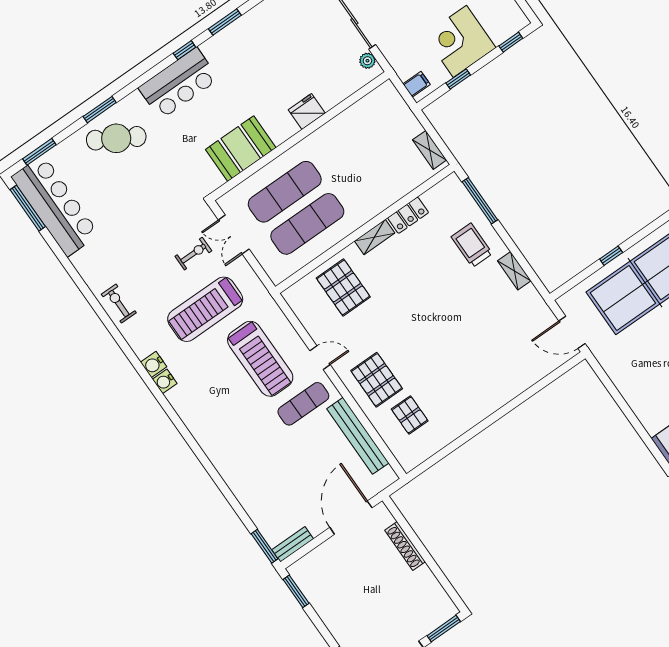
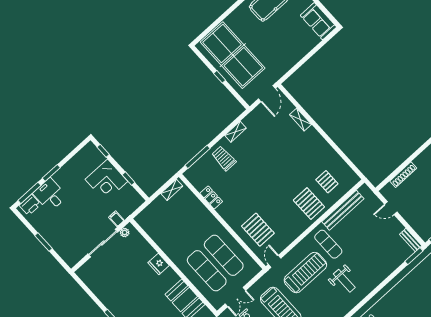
filing cabinet: (417, 84) -> (116, 219), moved
shelving: (375, 237) -> (300, 120), moved
trolley: (472, 245) -> (224, 158), turned 90
pallet: (343, 287) -> (258, 230), turned 90
door: (320, 358) -> (275, 261), moved
pallet: (377, 380) -> (309, 204), turned 90
pallet: (410, 415) -> (327, 182), turned 90
weight bench: (238, 423) -> (344, 281), added
door: (351, 518) -> (391, 208), width x0.53

